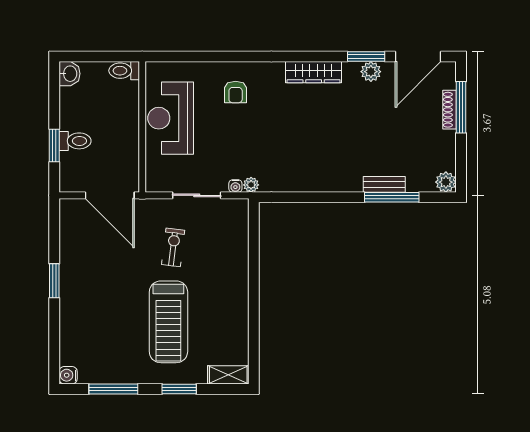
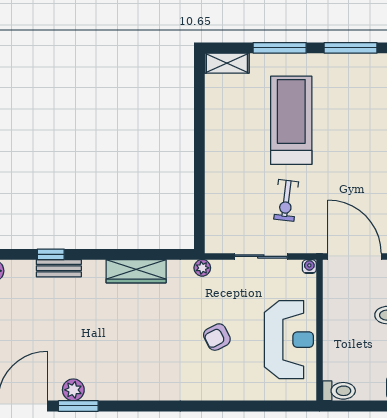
wardrobe: (314, 72) -> (136, 271), moved, turned 180
armchair: (236, 92) -> (217, 337), moved, turned -117
water cooler: (235, 186) -> (309, 267), moved
window: (392, 197) -> (51, 254), width x0.46
window: (179, 389) -> (280, 48), width x1.44

